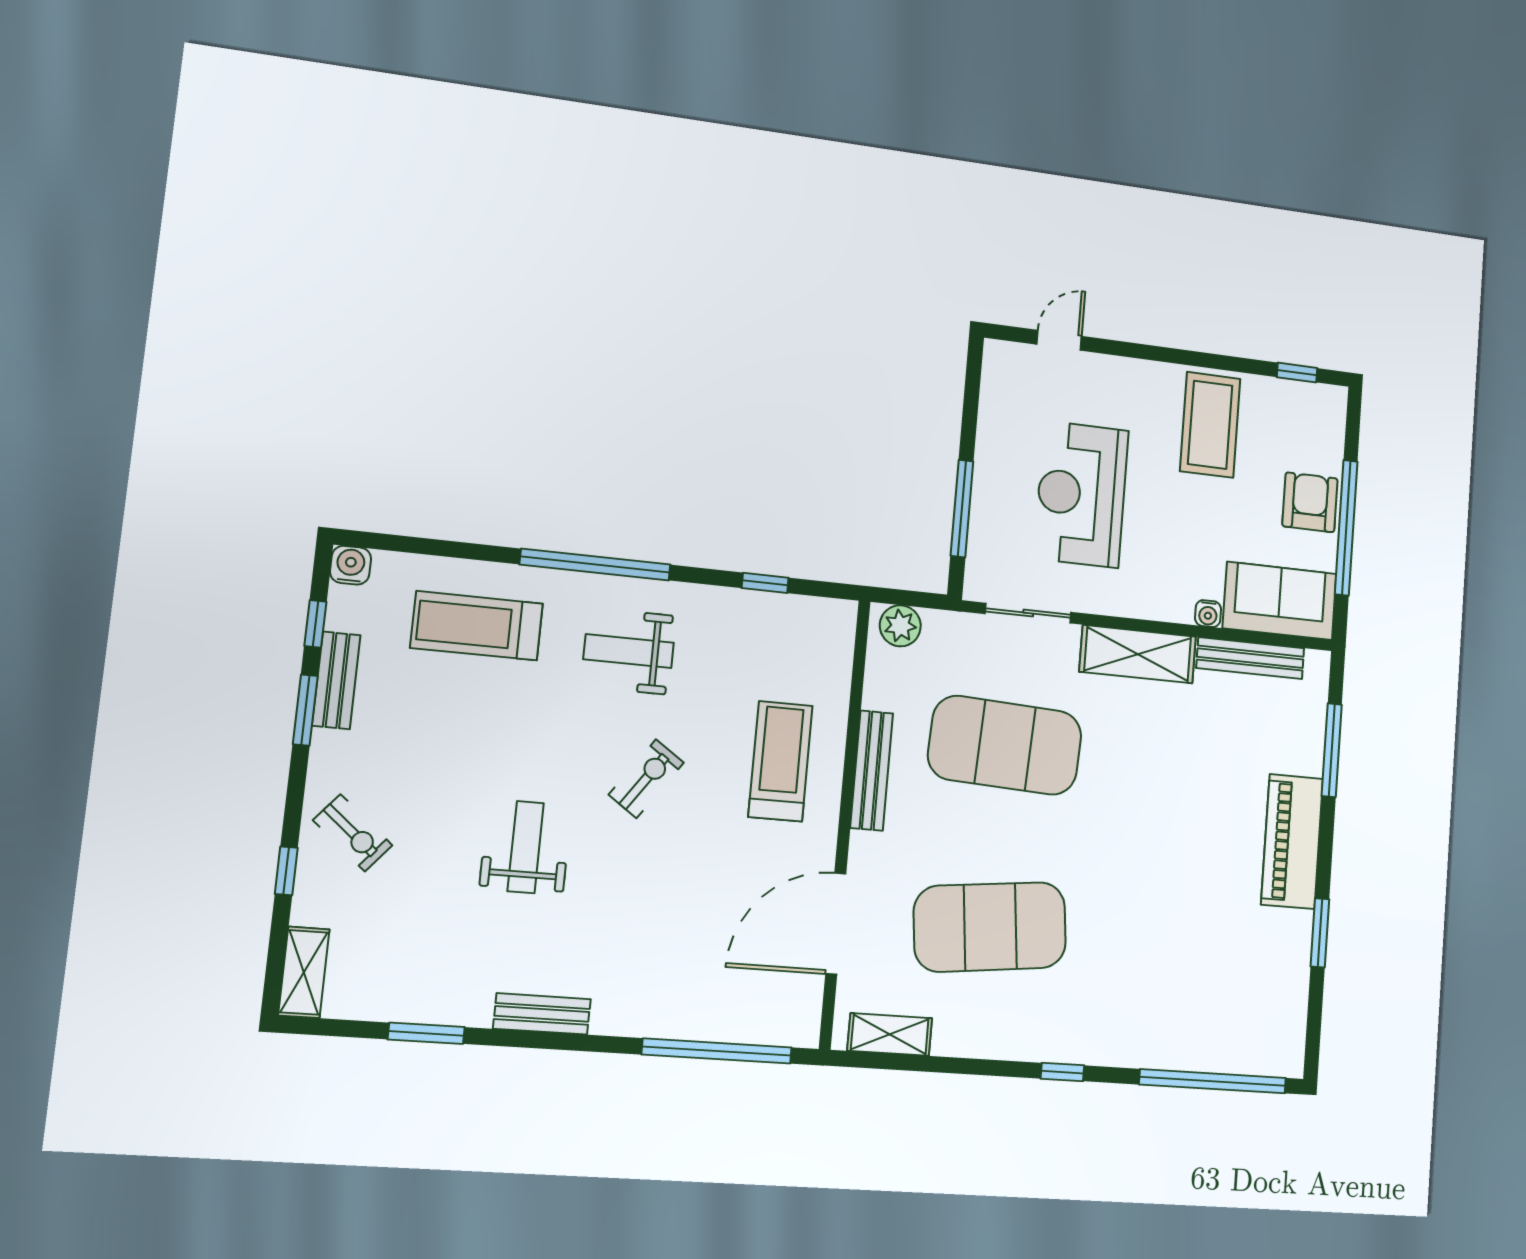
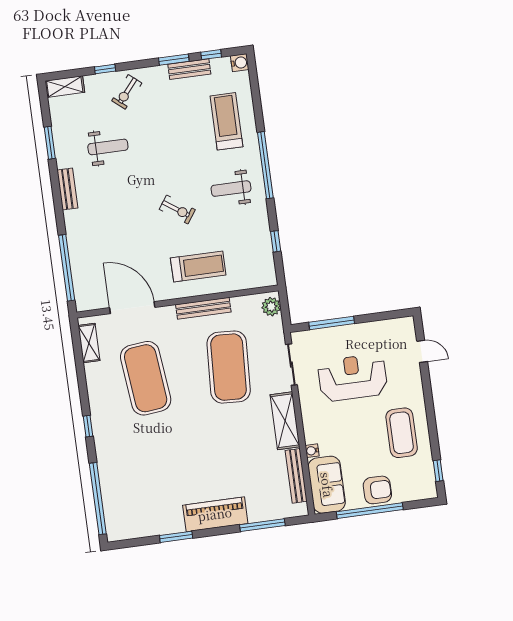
coffee table: (1210, 425) -> (402, 433), turned 90
weight bench: (629, 651) -> (231, 189), turned -90
weight bench: (526, 847) -> (108, 147), moved

